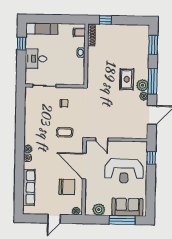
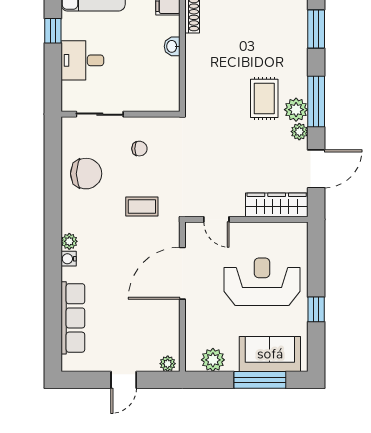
wardrobe: (132, 133) -> (277, 205), added
window: (151, 158) -> (316, 309), moved
door: (84, 166) -> (182, 273), hinge flipped
reception desk: (124, 171) -> (262, 282), turned 180
chair: (67, 187) -> (86, 174), moved

